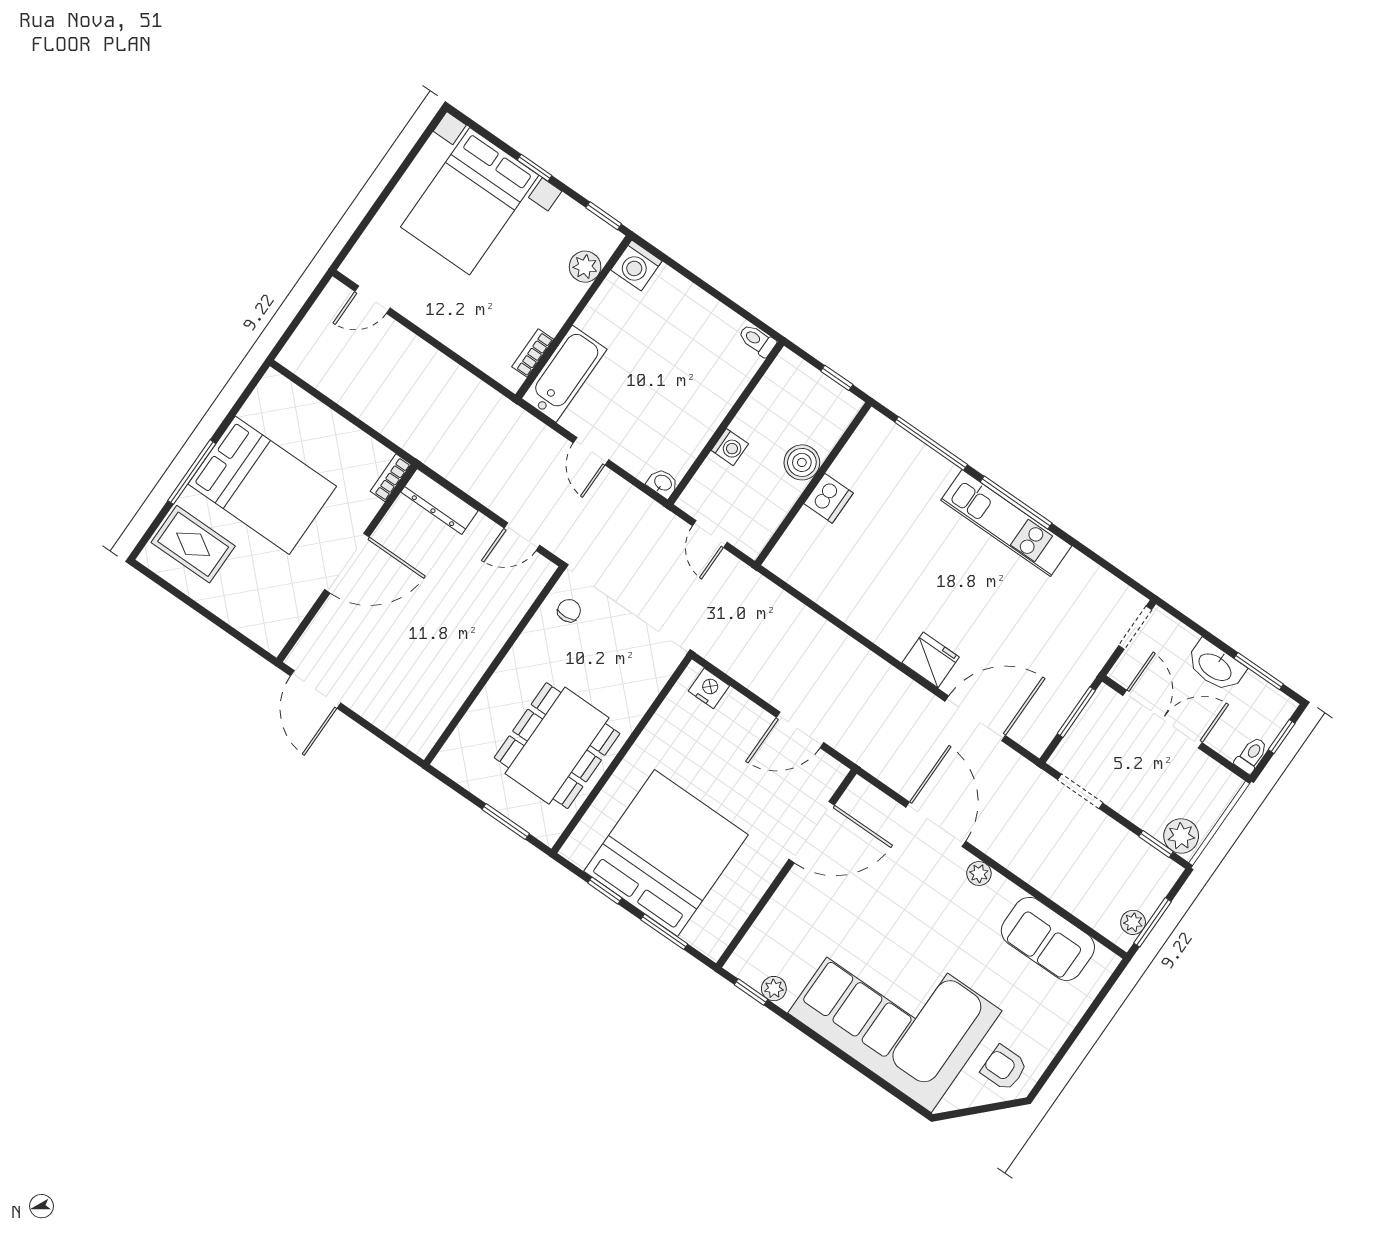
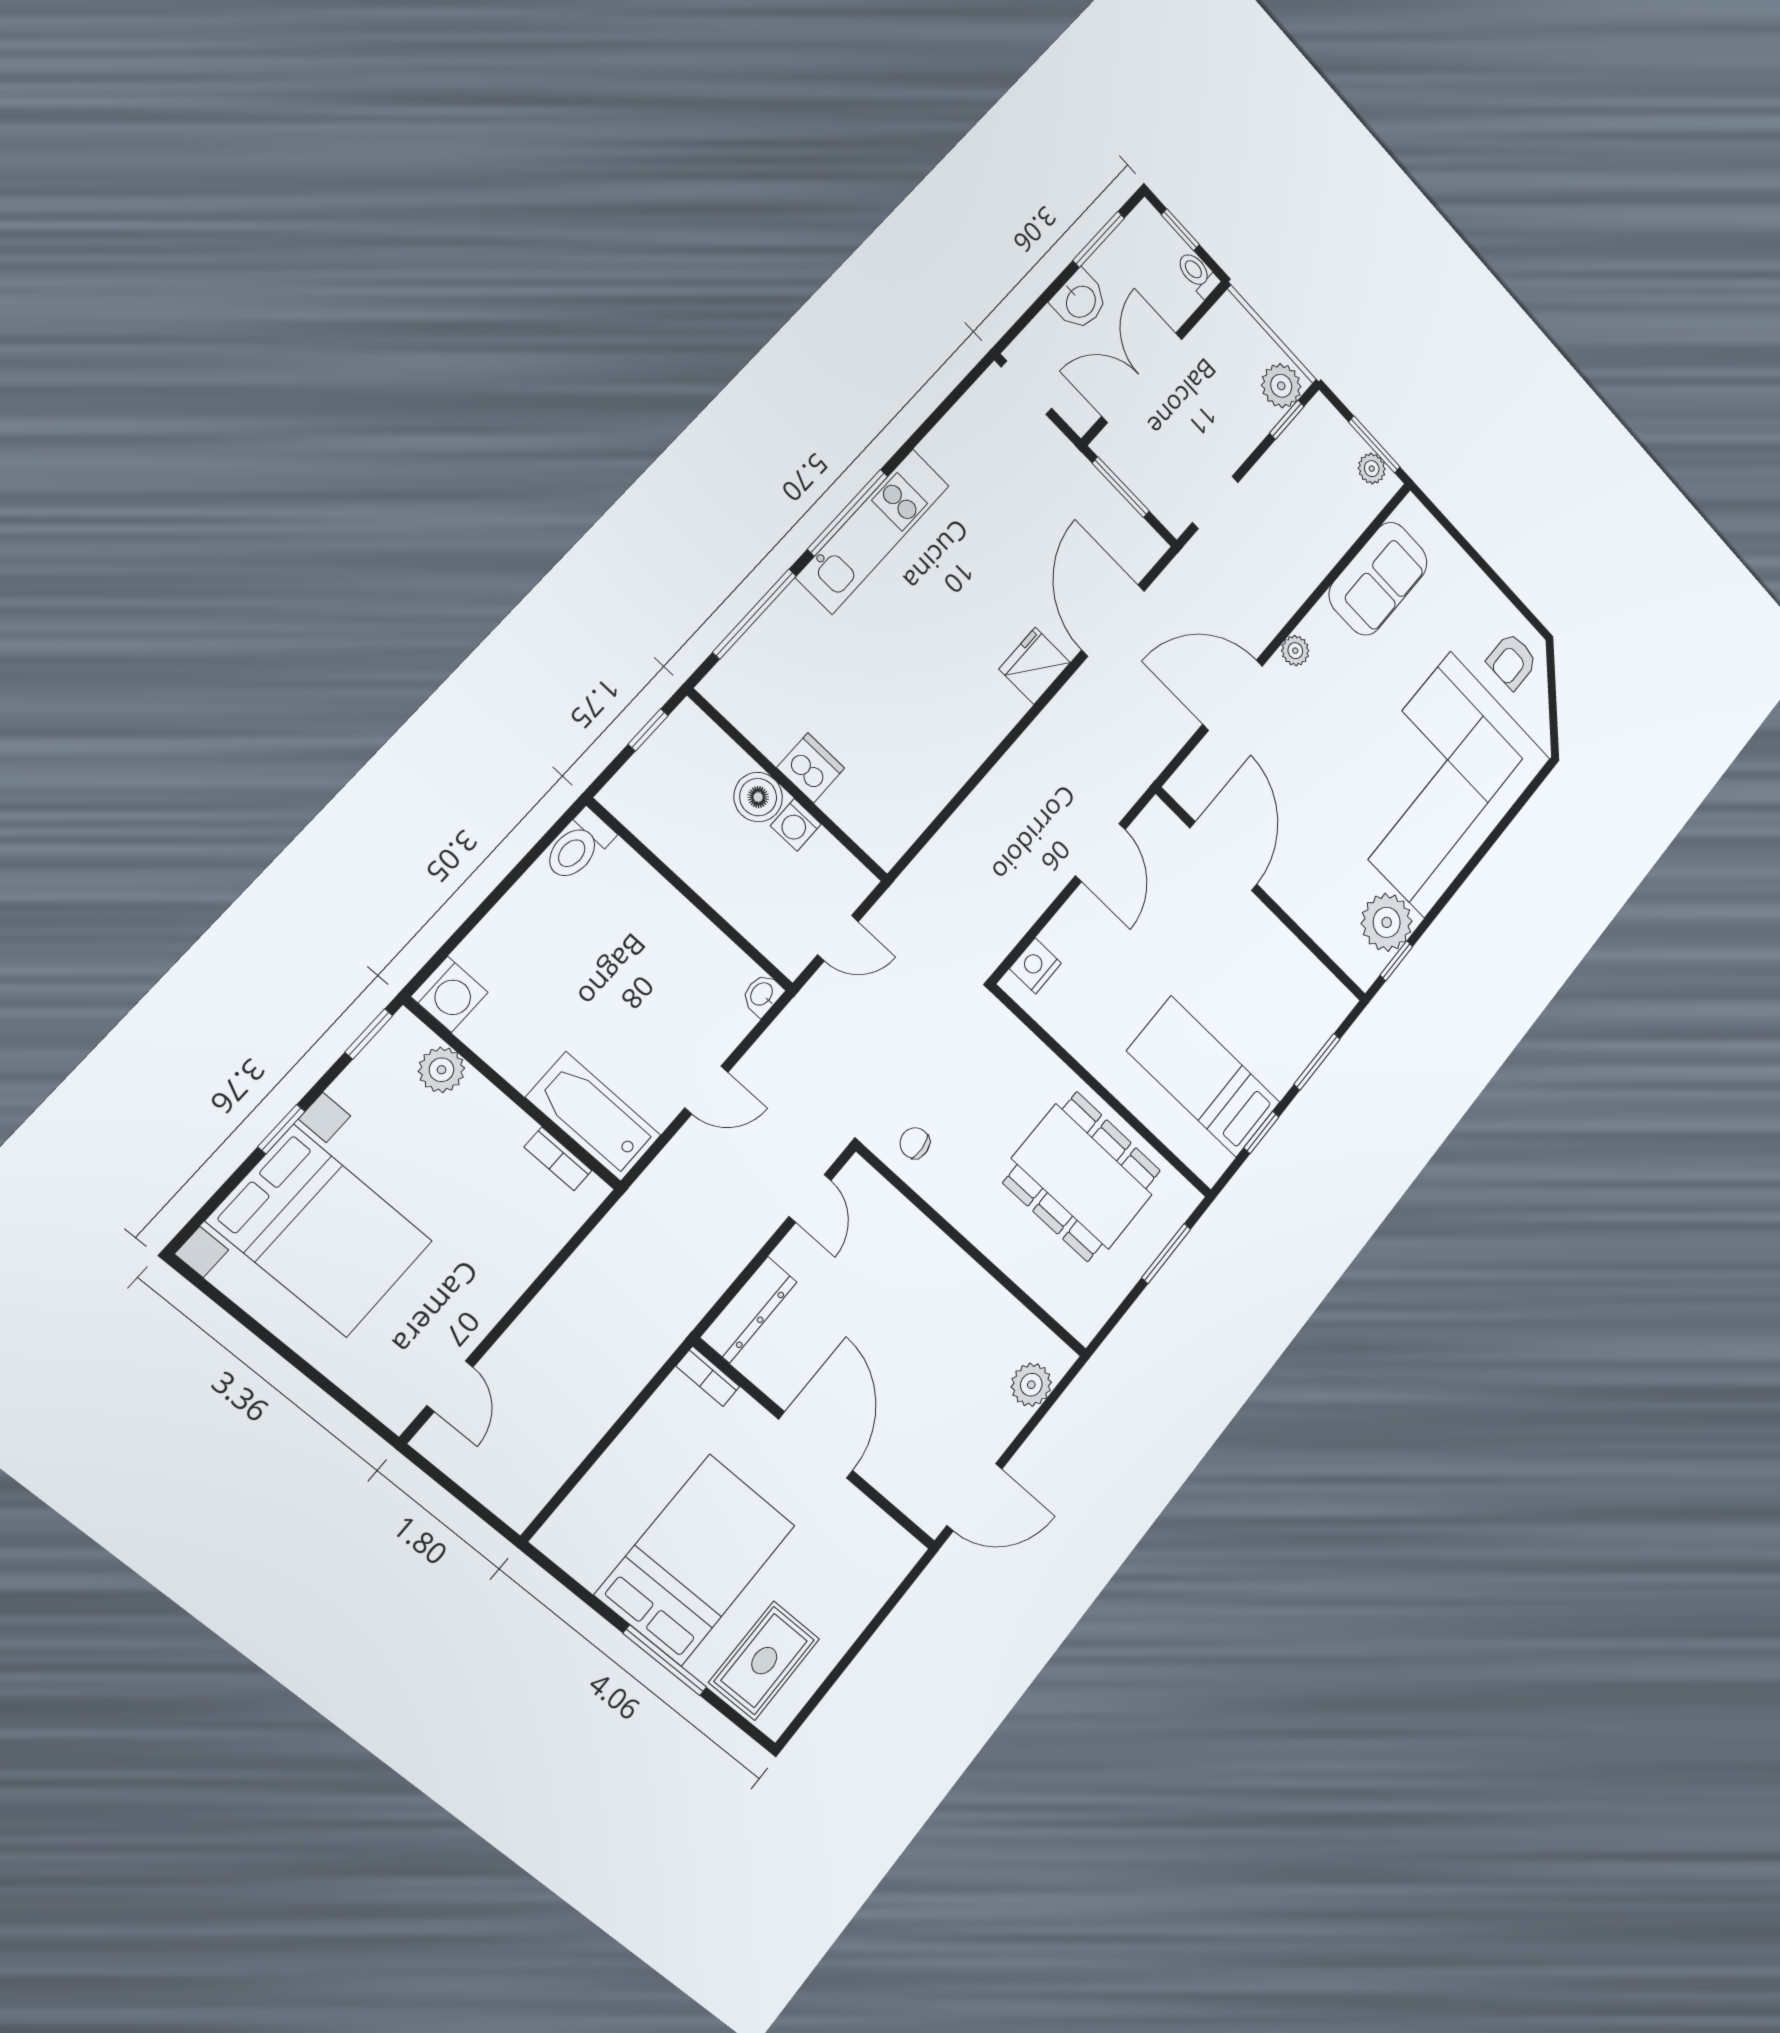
toilet: (757, 340) -> (578, 846), width x1.37, depth x1.39
washing machine: (730, 447) -> (796, 825), moved, turned 180
washbasin: (1216, 666) -> (1080, 301), width x0.72
plant: (400, 724) -> (1031, 1385), added
bed: (666, 853) -> (1204, 1077), width x0.49
plant: (774, 989) -> (1387, 922), width x1.88, depth x1.88

